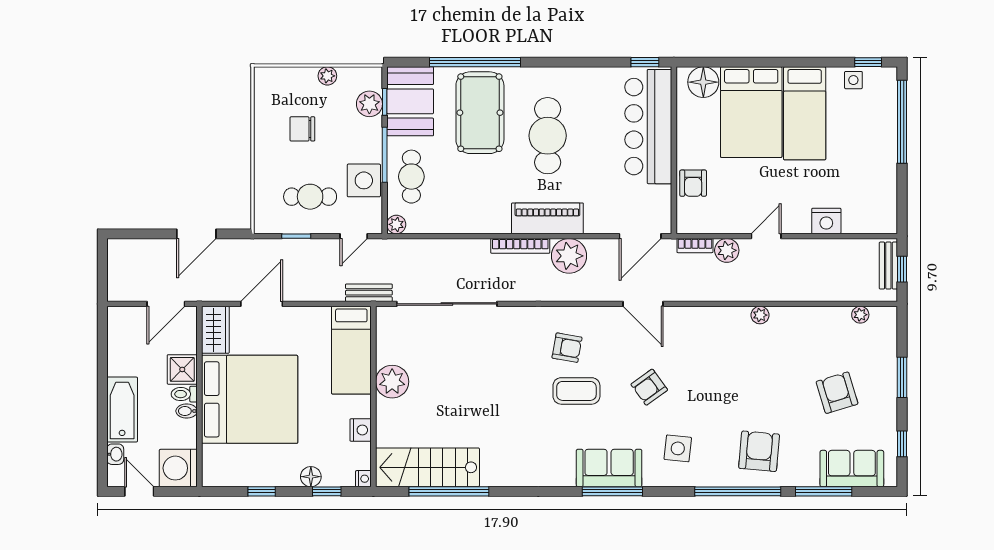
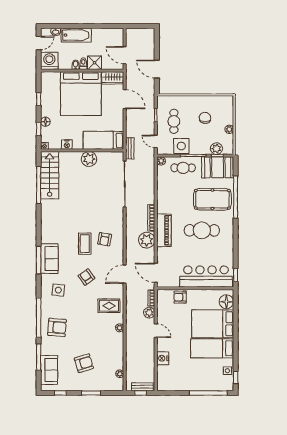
rug: (712, 338) -> (109, 306), added

